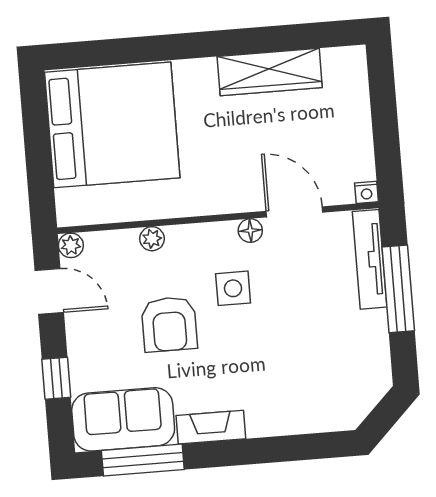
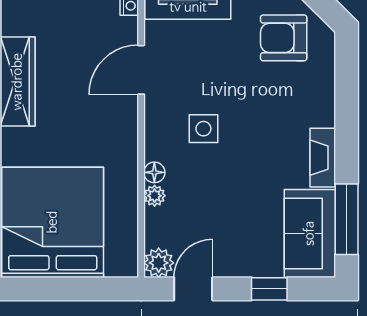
floor lamp: (250, 231) -> (154, 172), moved
plant: (71, 245) -> (159, 263), width x1.38, depth x1.38
armchair: (169, 324) -> (284, 38), moved, turned 180

